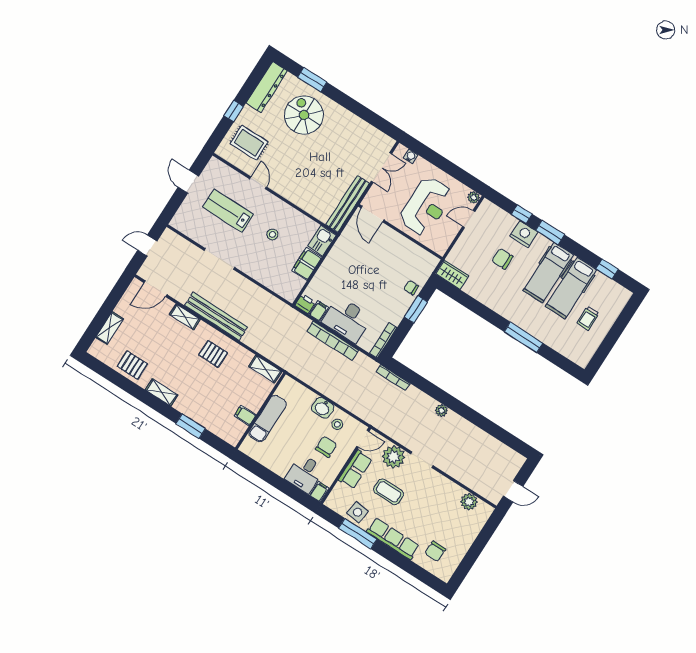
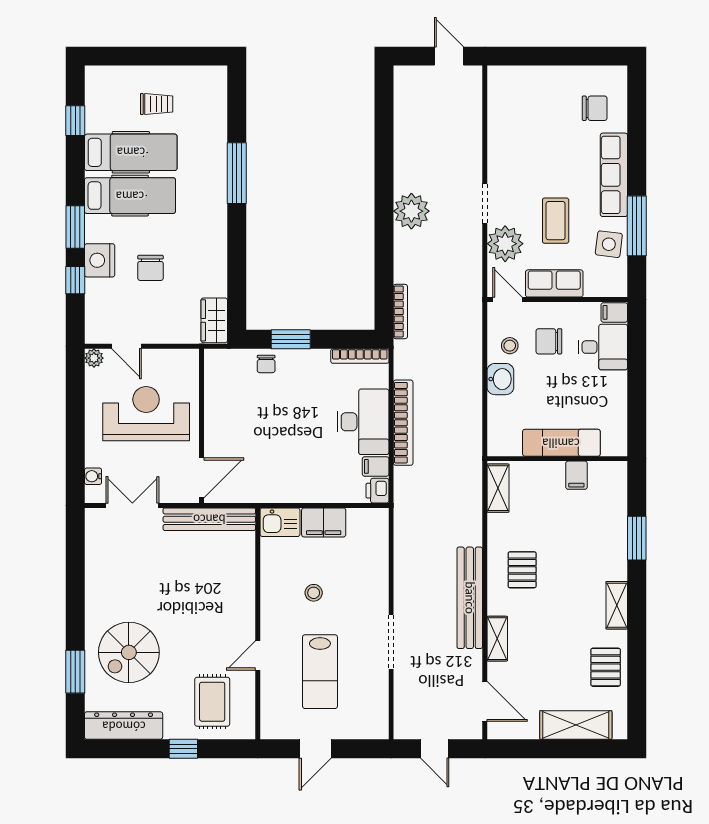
shelving: (110, 328) -> (576, 725), width x1.50, depth x1.33
plant: (441, 411) -> (411, 211), width x1.88, depth x1.88
plant: (469, 502) -> (500, 106), removed

